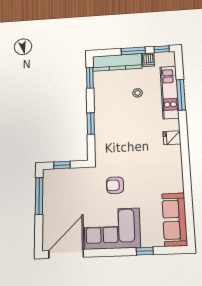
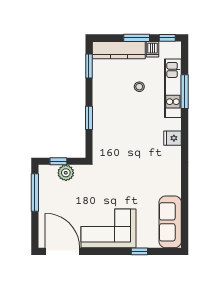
plant: (69, 176) -> (66, 173), added
armchair: (115, 185) -> (113, 185), removed
door: (66, 254) -> (62, 251), hinge flipped

